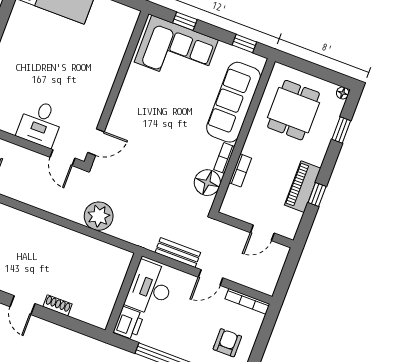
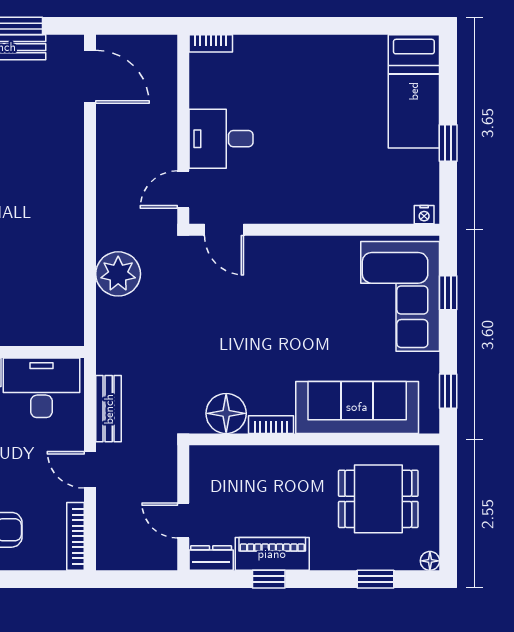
nightstand: (132, 18) -> (424, 215), added
bookcase: (240, 170) -> (262, 455), removed
dresser: (291, 224) -> (211, 558), added

